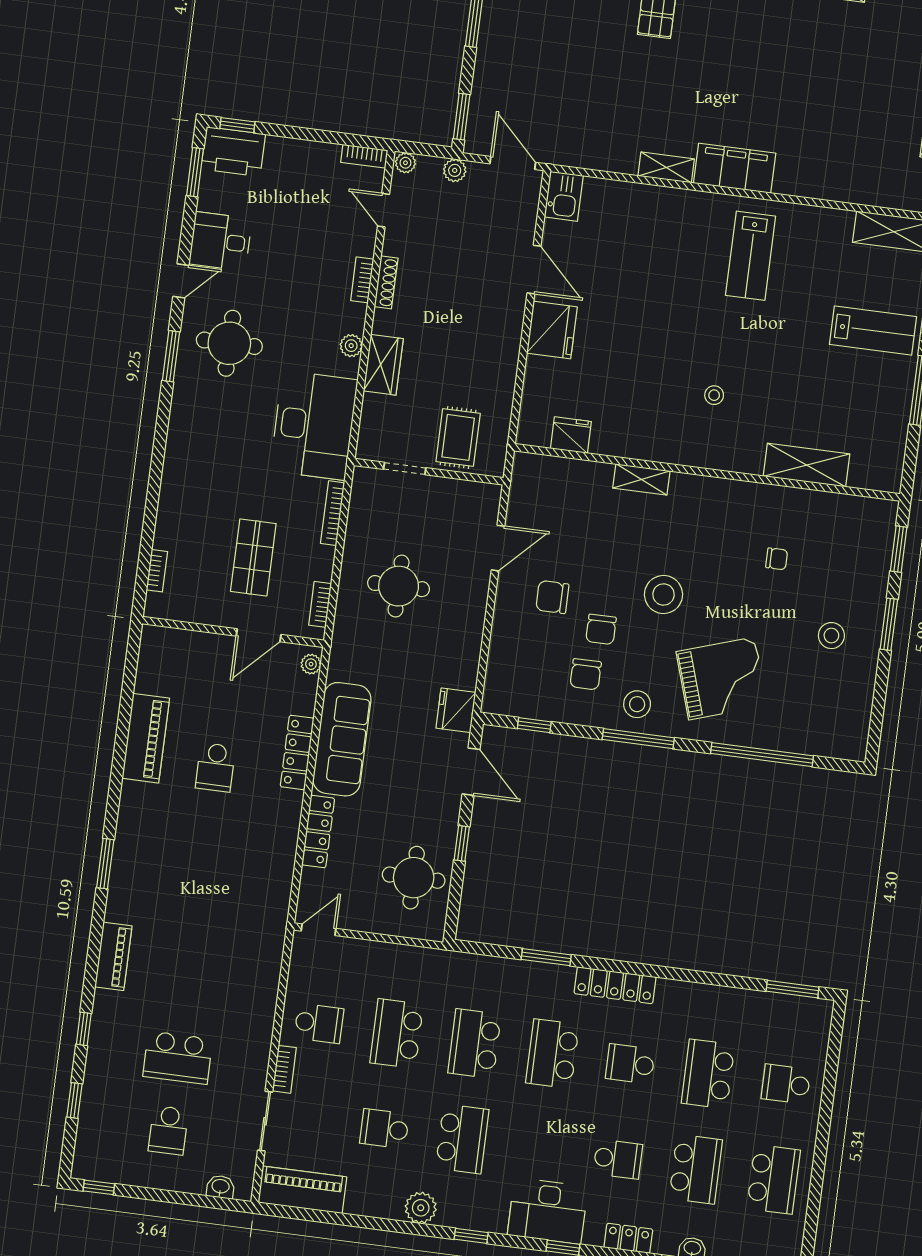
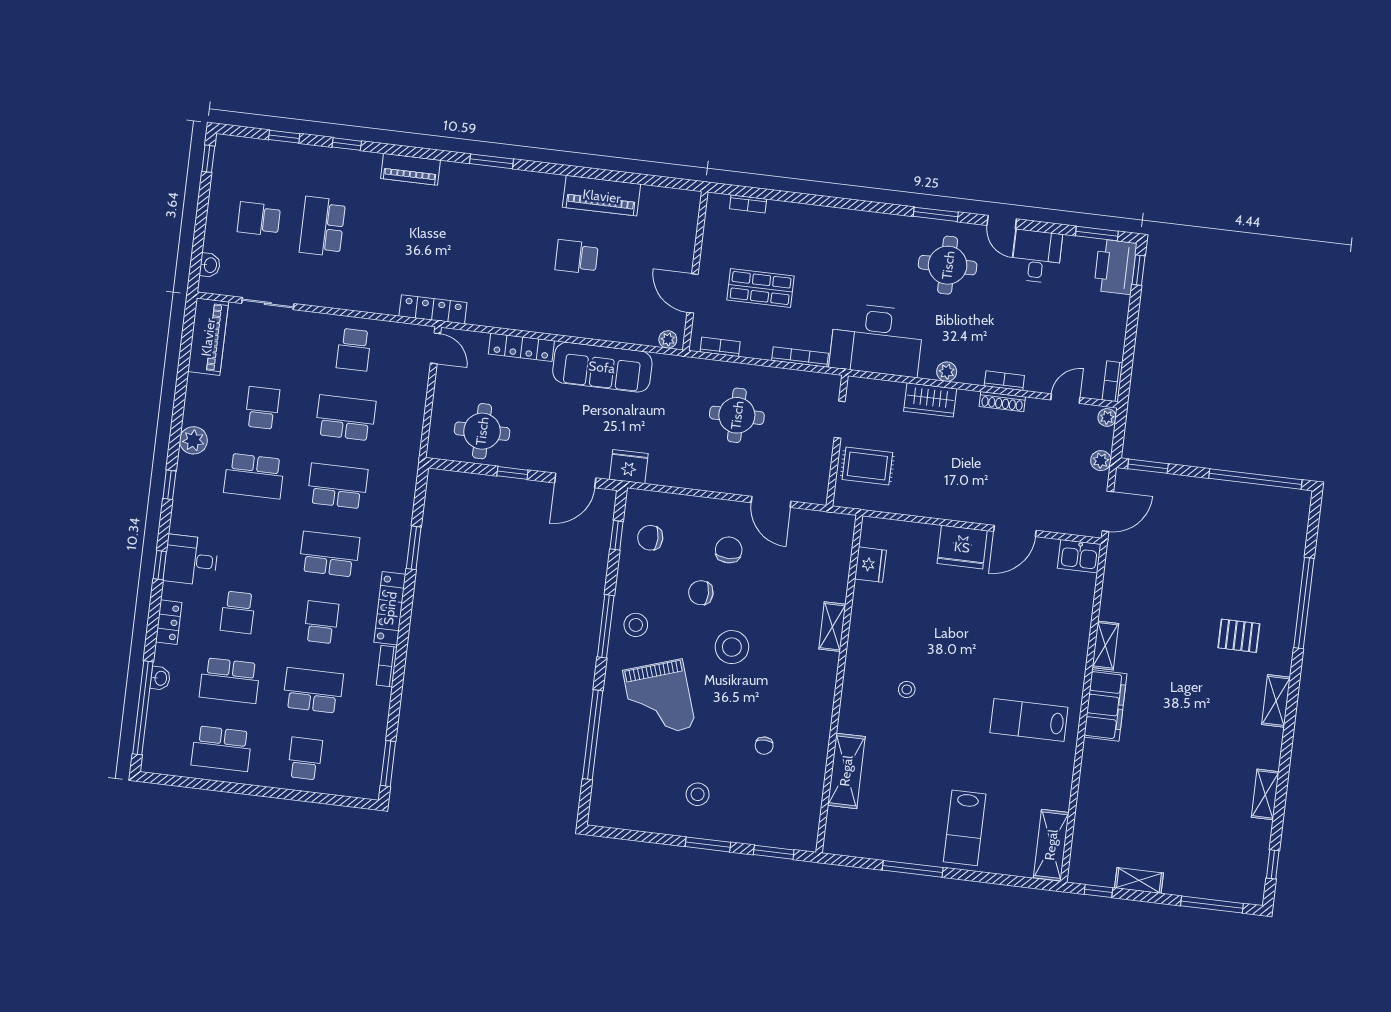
chair: (586, 674) -> (650, 538), moved
locker: (297, 752) -> (433, 309), moved
bookcase: (284, 1069) -> (387, 666), moved, turned 90
desk: (548, 1211) -> (191, 560), width x0.73

